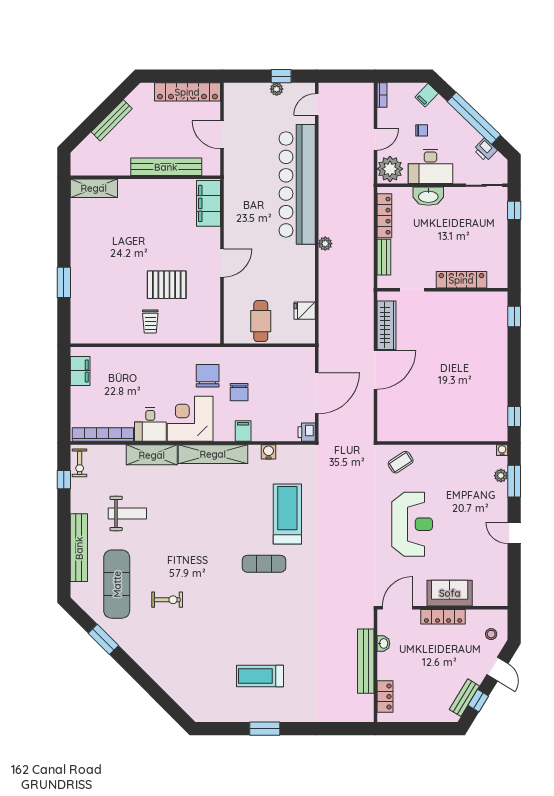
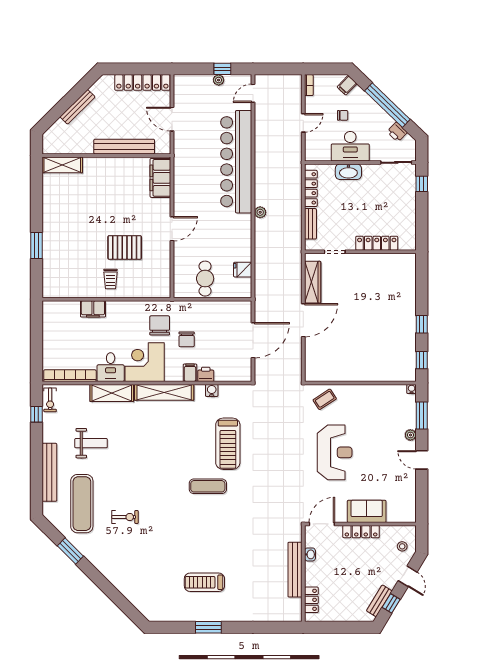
plant: (390, 169) -> (316, 148), removed
window: (514, 317) -> (422, 324), moved
filing cabinet: (80, 371) -> (93, 309), moved, turned 90
printer: (307, 432) -> (206, 374), moved, turned 90
plant: (501, 476) -> (410, 435), moved
treadmill: (287, 514) -> (228, 444), turned 180

